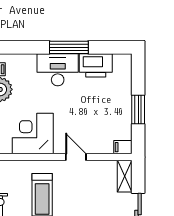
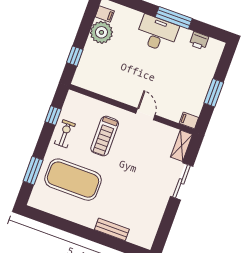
printer: (96, 65) -> (199, 41), width x0.53, depth x0.68
corner desk: (33, 134) -> (116, 80), removed

